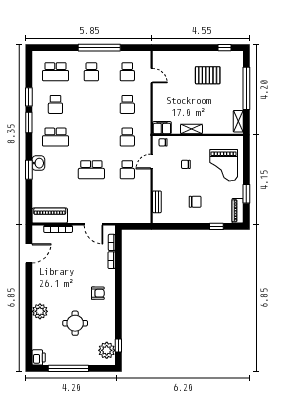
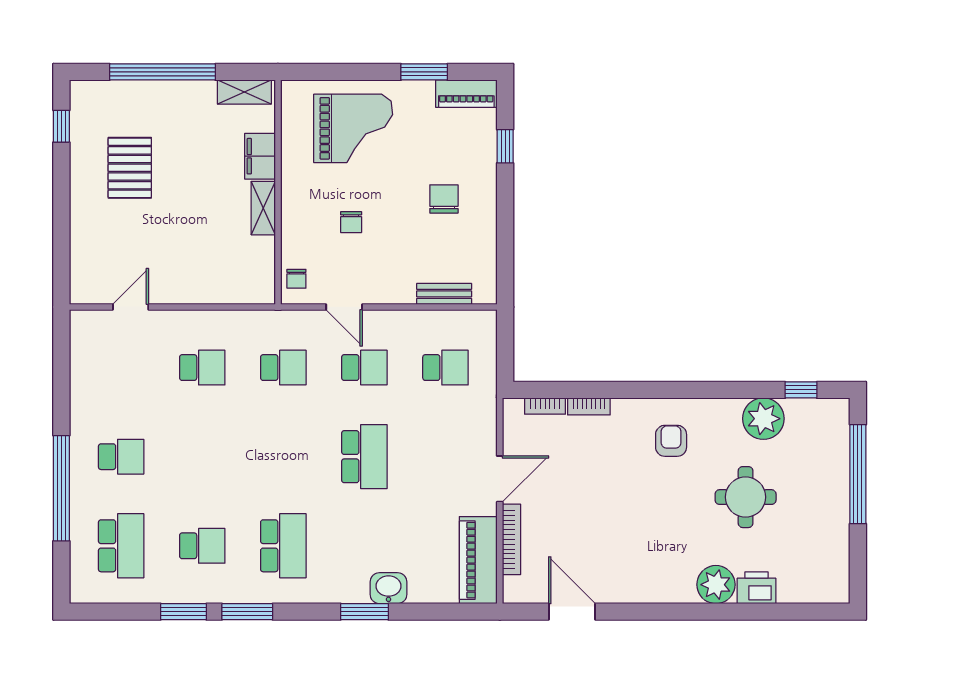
window: (99, 48) -> (61, 488), moved
school desk: (127, 72) -> (445, 368), moved
filing cabinet: (162, 128) -> (260, 156), moved
washbasin: (38, 163) -> (388, 588), moved
door: (93, 224) -> (500, 479), moved
plant: (107, 350) -> (763, 419), moved
printer: (39, 357) -> (757, 588), moved
window: (68, 368) -> (858, 474), moved

